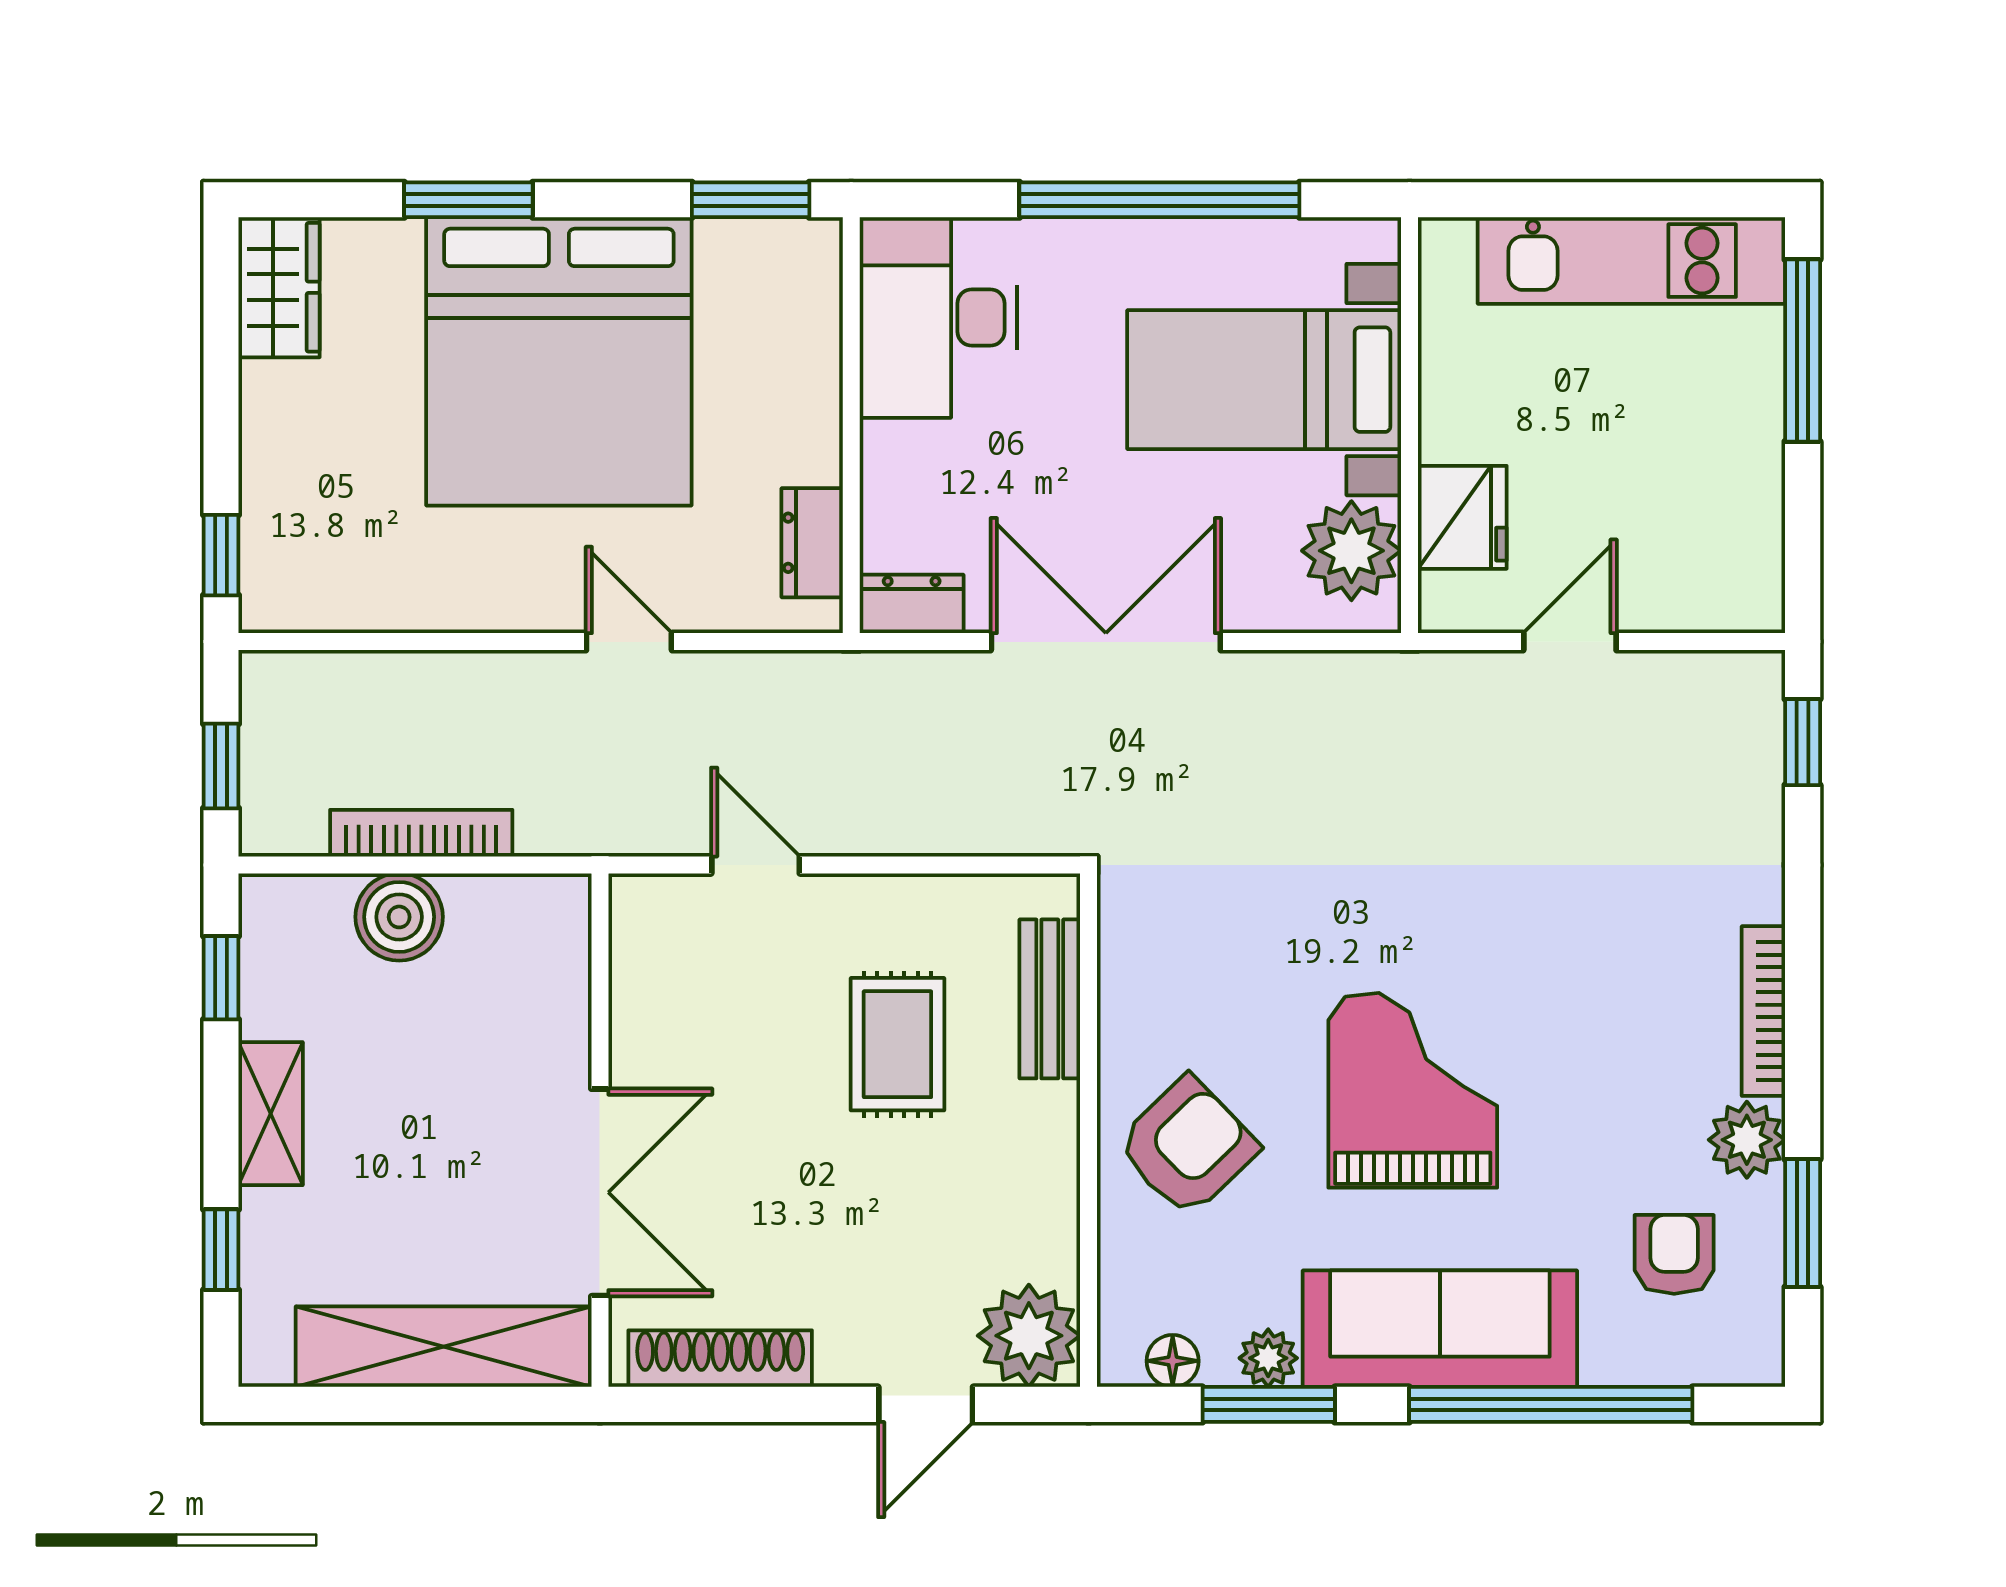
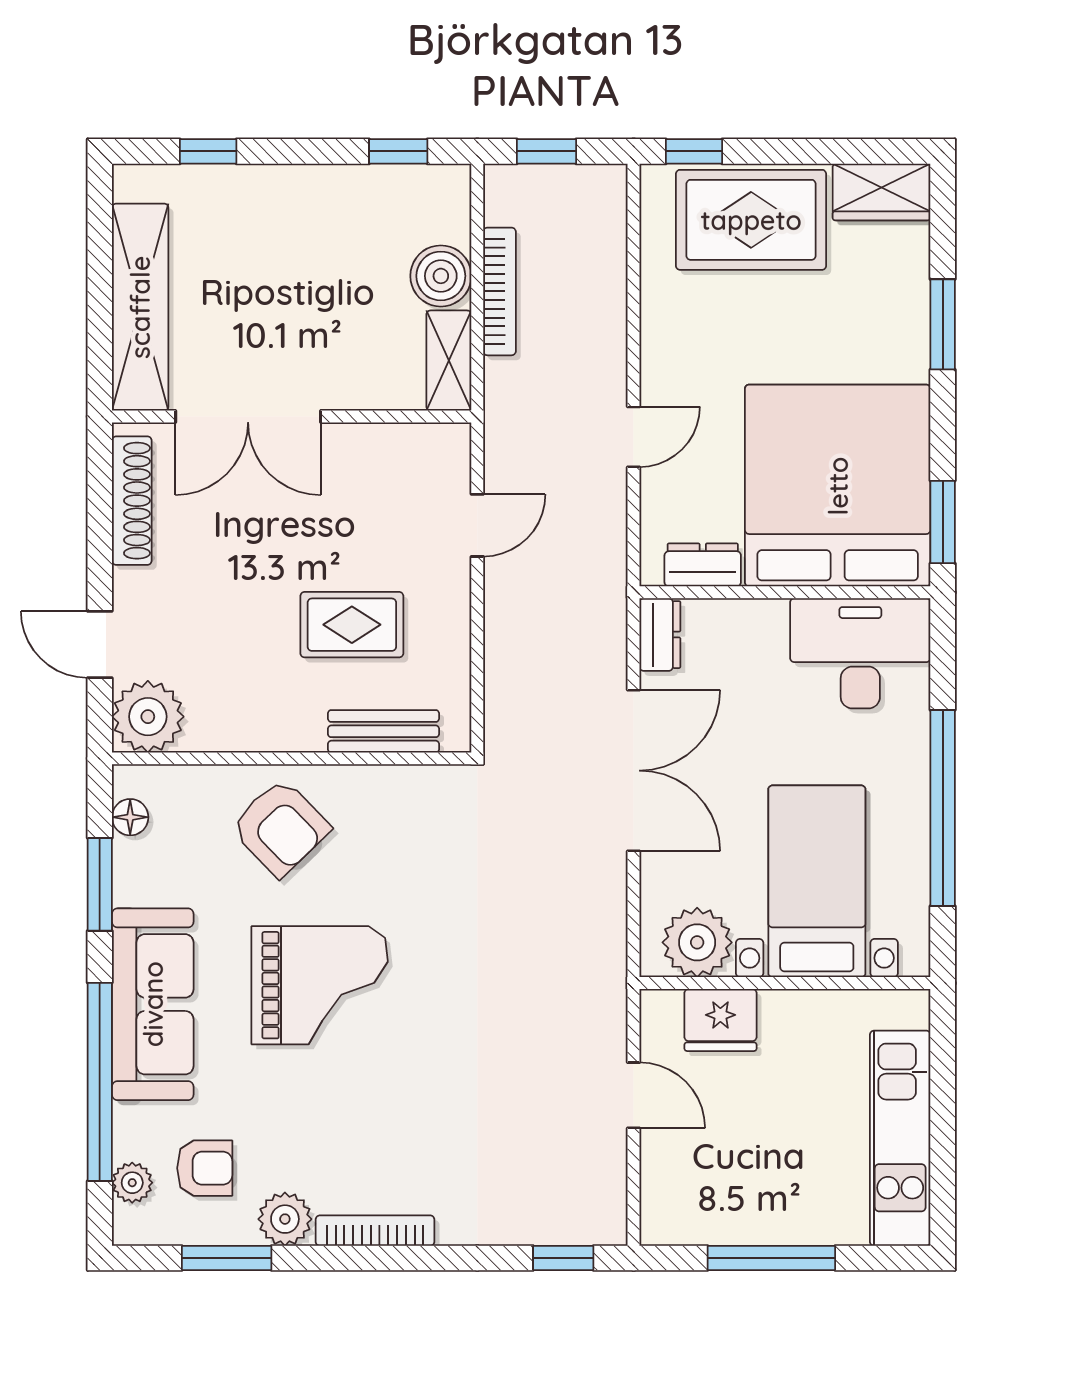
window: (1803, 350) -> (771, 1258), moved
bed: (559, 361) -> (838, 486), moved, turned 90
rug: (319, 474) -> (751, 220), added
shelving: (271, 1114) -> (449, 361), moved, turned 90
plant: (1268, 1358) -> (132, 1183), moved

